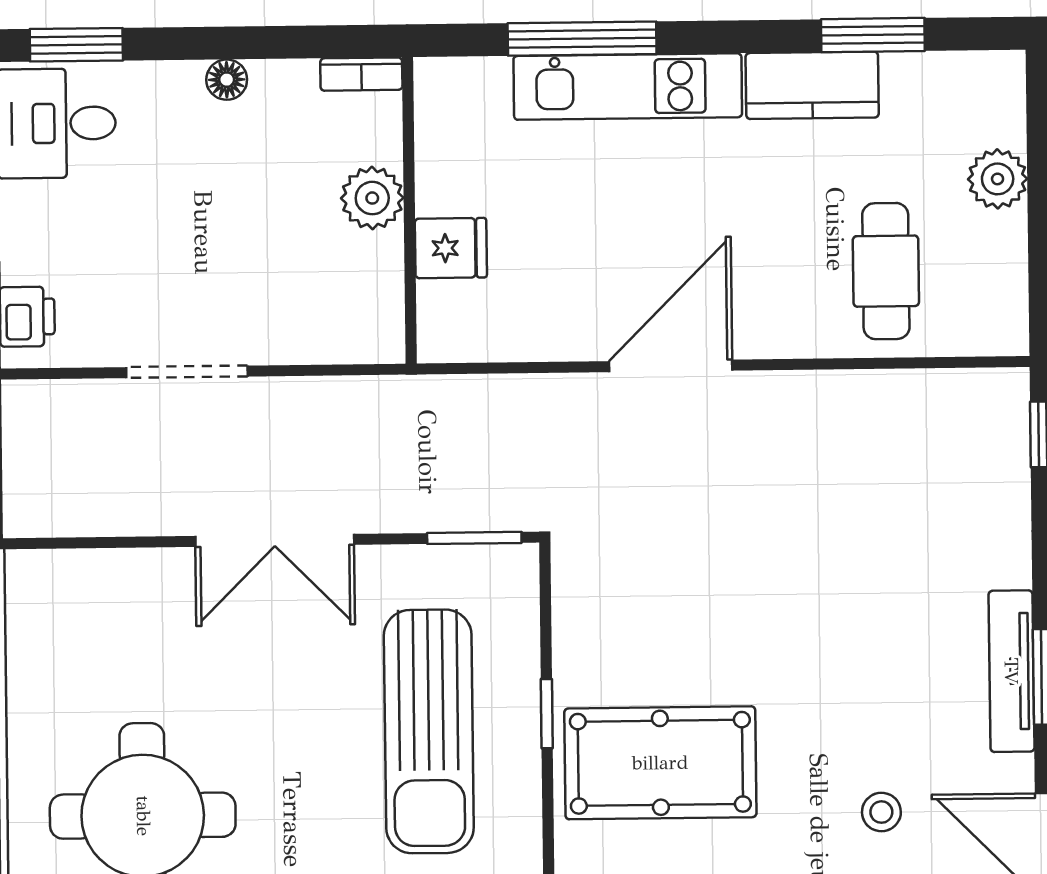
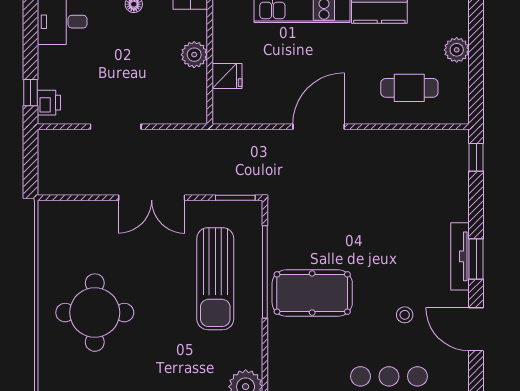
cafe table: (886, 271) -> (409, 88), turned 90
window: (547, 714) -> (265, 272), width x3.17

